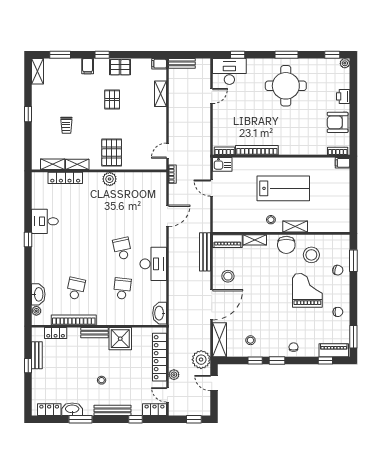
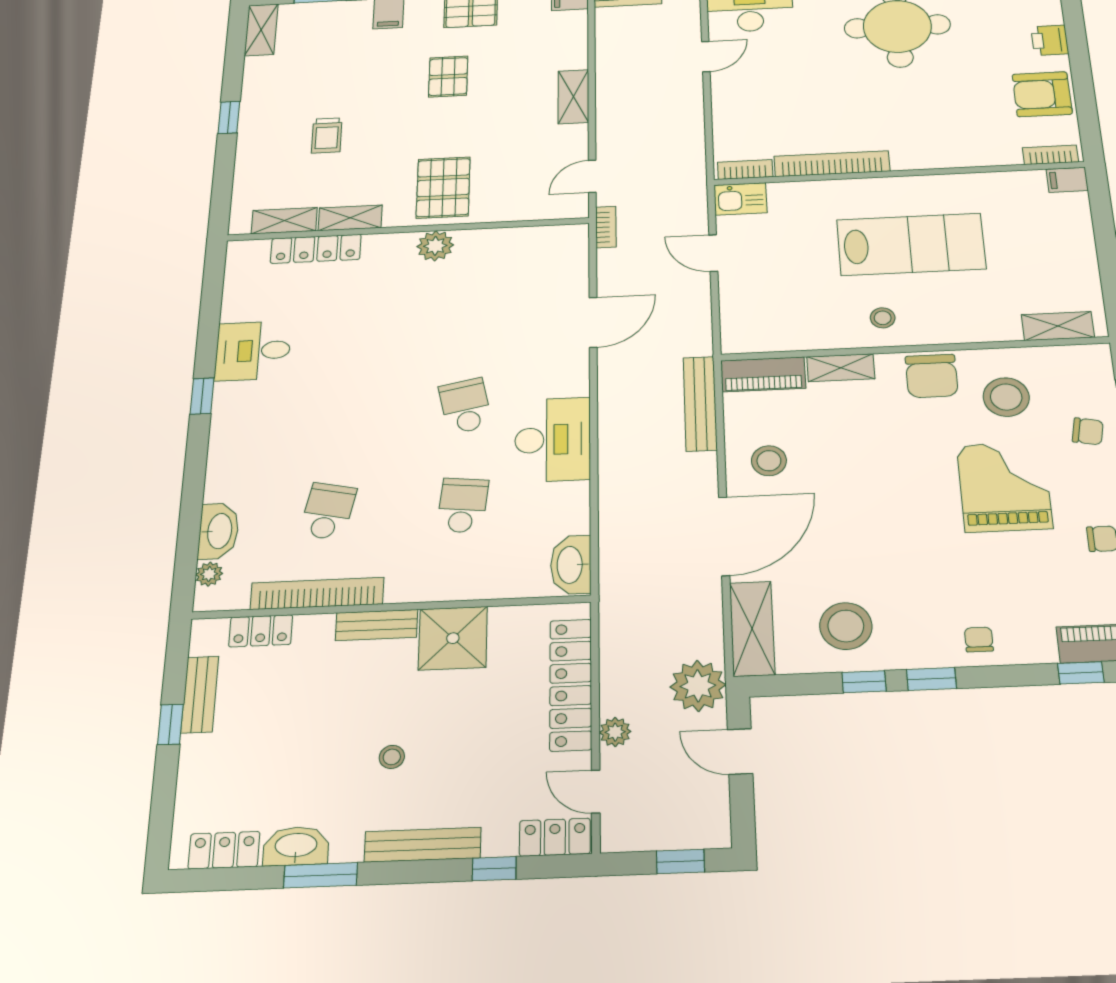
shelving: (160, 94) -> (573, 97), moved
shelving: (295, 227) -> (1058, 326), moved
stool: (250, 340) -> (846, 626), width x1.89, depth x1.89

